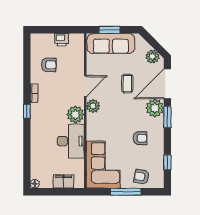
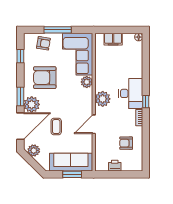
plant: (93, 106) -> (87, 82), moved
armchair: (140, 138) -> (45, 78), width x1.88, depth x1.88
desk: (71, 141) -> (131, 93), moved, turned 180

